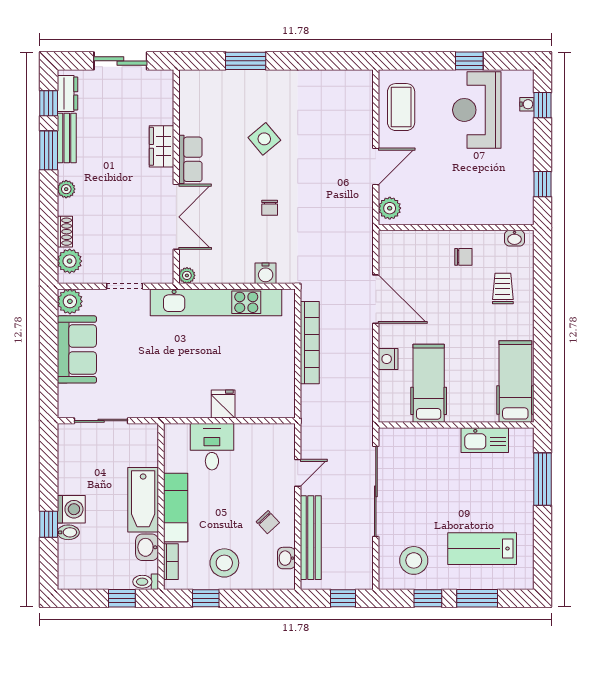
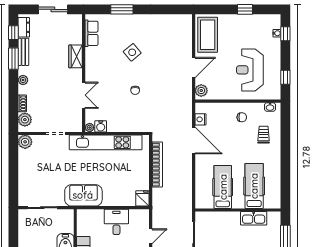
coffee table: (401, 107) -> (208, 35), width x1.36, depth x1.32
reception desk: (477, 110) -> (250, 70), moved
row of seats: (190, 159) -> (91, 33), moved
double door: (176, 217) -> (84, 95), width x0.73
water cooler: (266, 273) -> (101, 126), moved
sofa: (77, 349) -> (83, 195), moved, turned -90
nightstand: (388, 359) -> (200, 119), moved
hospital bed: (515, 381) -> (254, 186), moved
fridge: (223, 404) -> (142, 198), moved
desk: (212, 447) -> (116, 222), moved

